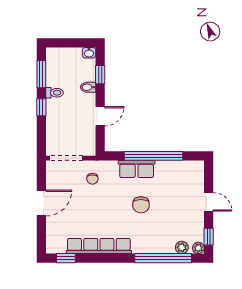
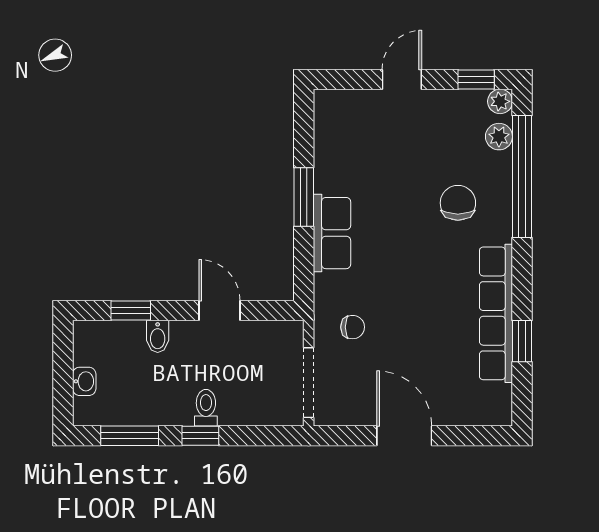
washbasin: (89, 53) -> (84, 381), moved
toilet: (55, 93) -> (206, 408), moved
window: (153, 156) -> (304, 197), width x0.47
chair: (141, 205) -> (458, 203), moved, turned -90
window: (66, 258) -> (522, 341), moved

